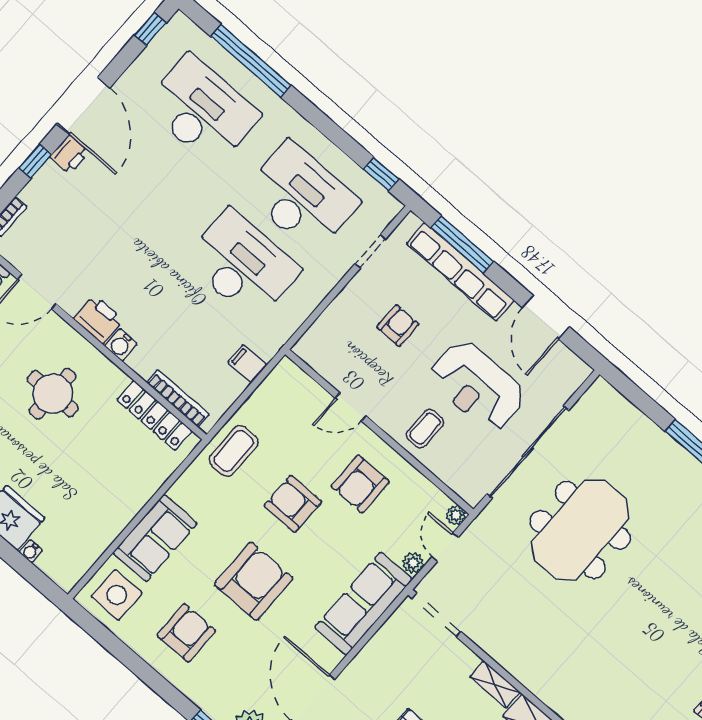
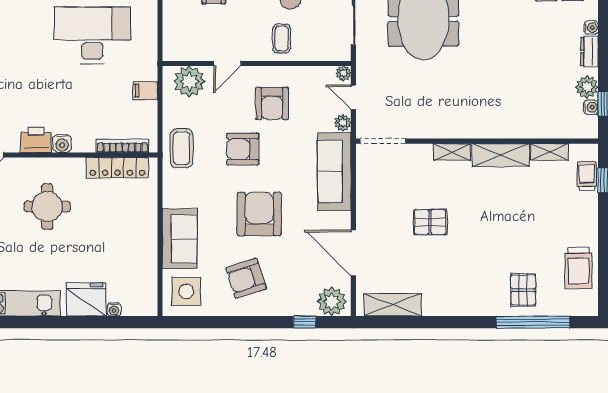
plant: (298, 392) -> (189, 81), added
armchair: (186, 633) -> (246, 278), turned -108

